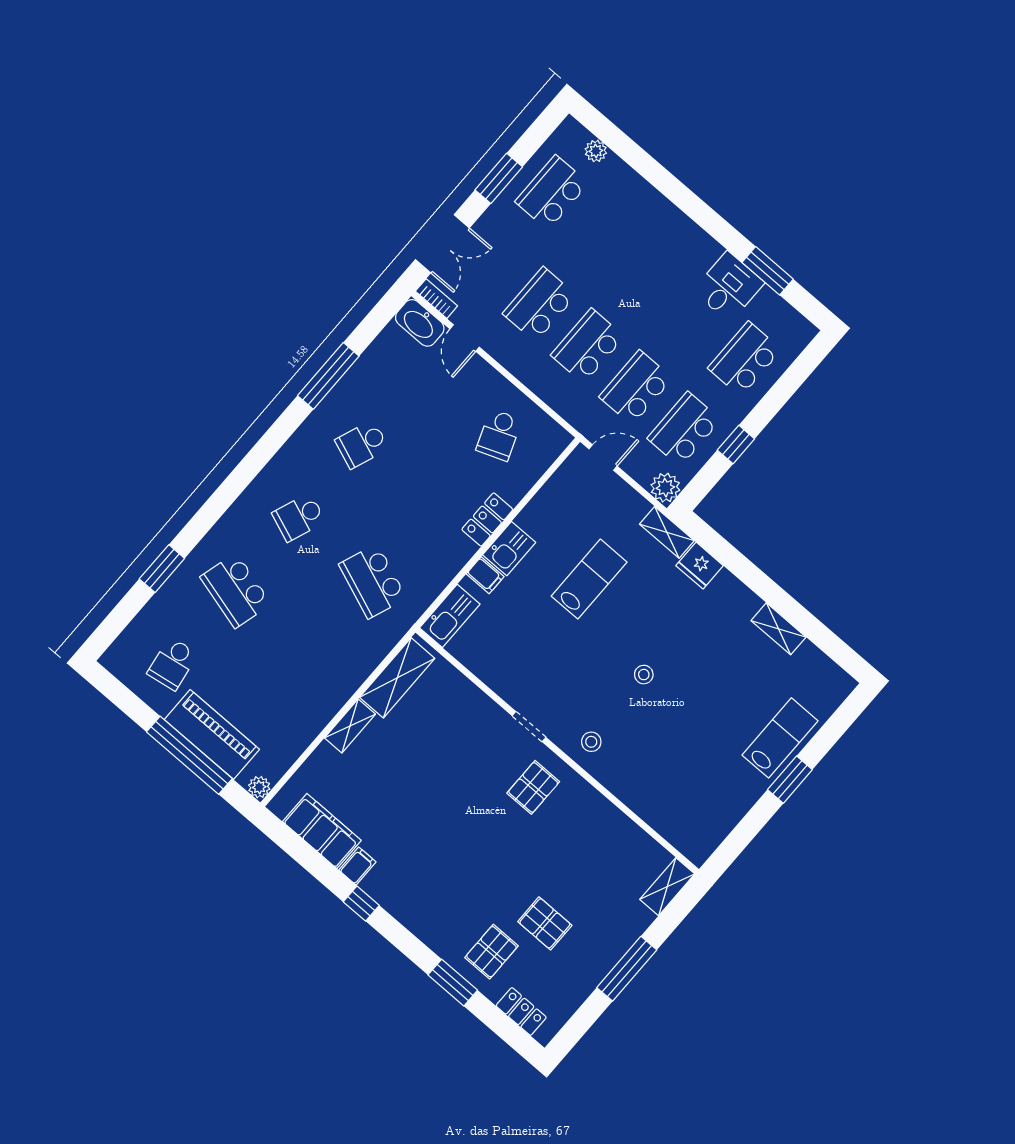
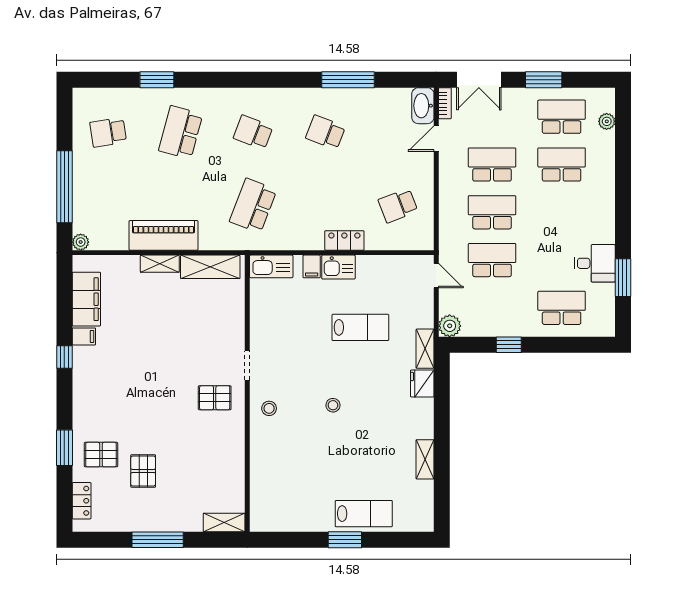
school desk: (684, 429) -> (562, 164), moved
piano: (212, 734) -> (164, 235), moved, turned -90

